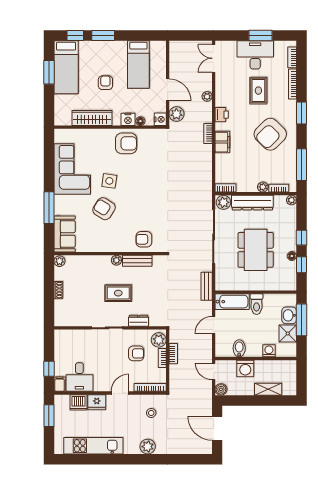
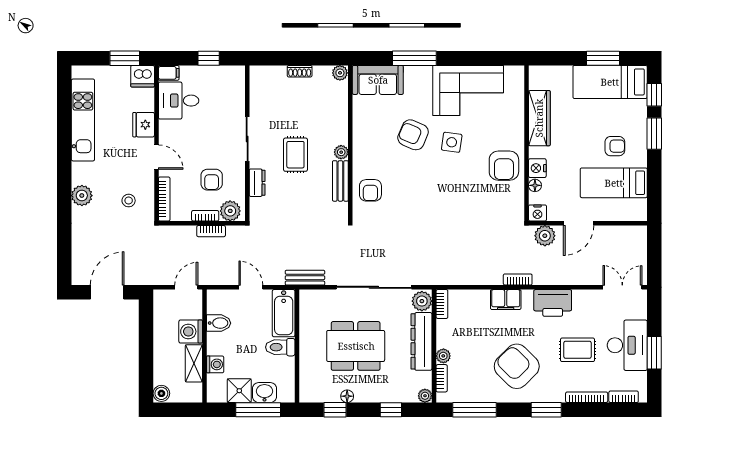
armchair: (105, 83) -> (615, 146), moved
plant: (207, 96) -> (569, 278), removed
printer: (222, 115) -> (553, 303), width x1.87, depth x1.48
armchair: (104, 209) -> (413, 135), turned -99
window: (301, 238) -> (391, 410), moved
armchair: (144, 239) -> (370, 190), turned 180
window: (49, 369) -> (209, 58), moved
boiler: (221, 389) -> (161, 393), moved
shelving: (268, 389) -> (194, 363), moved
dishwasher: (78, 402) -> (143, 76), moved, turned -90

